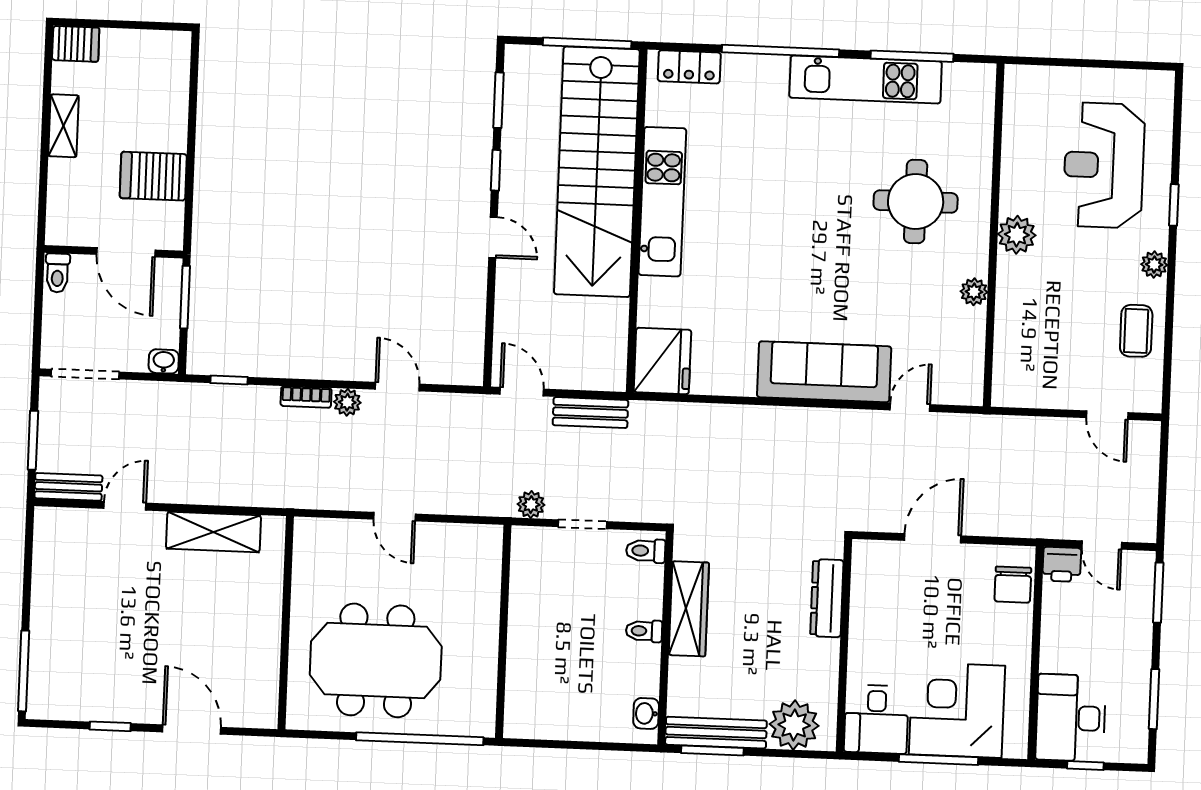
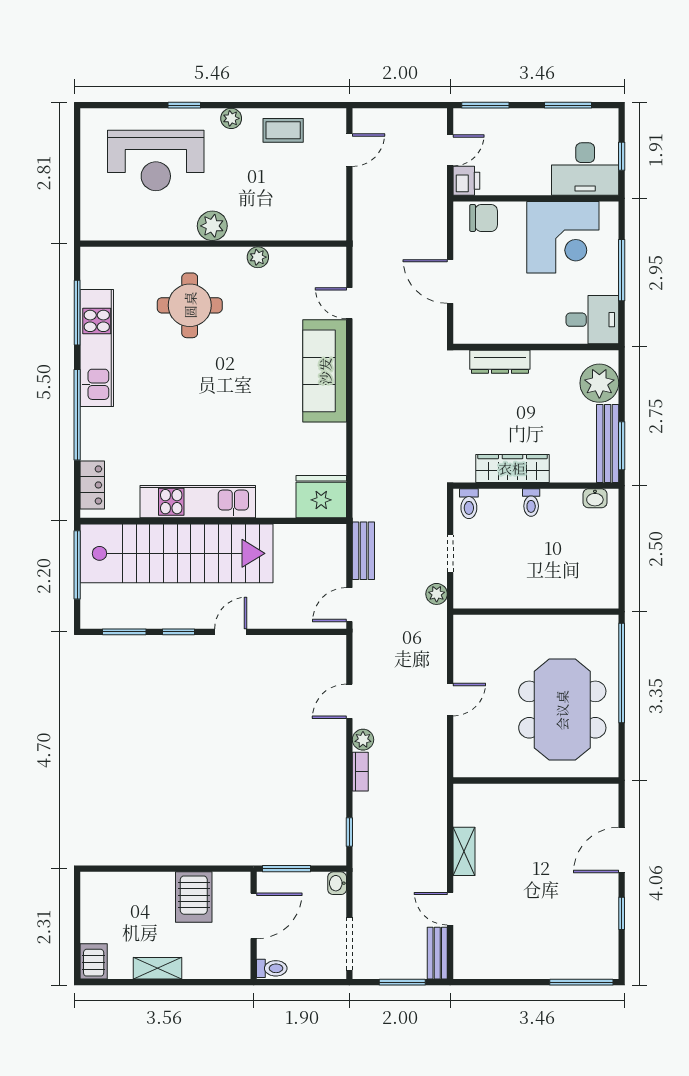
shelving: (213, 532) -> (464, 851), width x0.67, depth x0.75
corner desk: (957, 710) -> (563, 237), moved, turned -90

